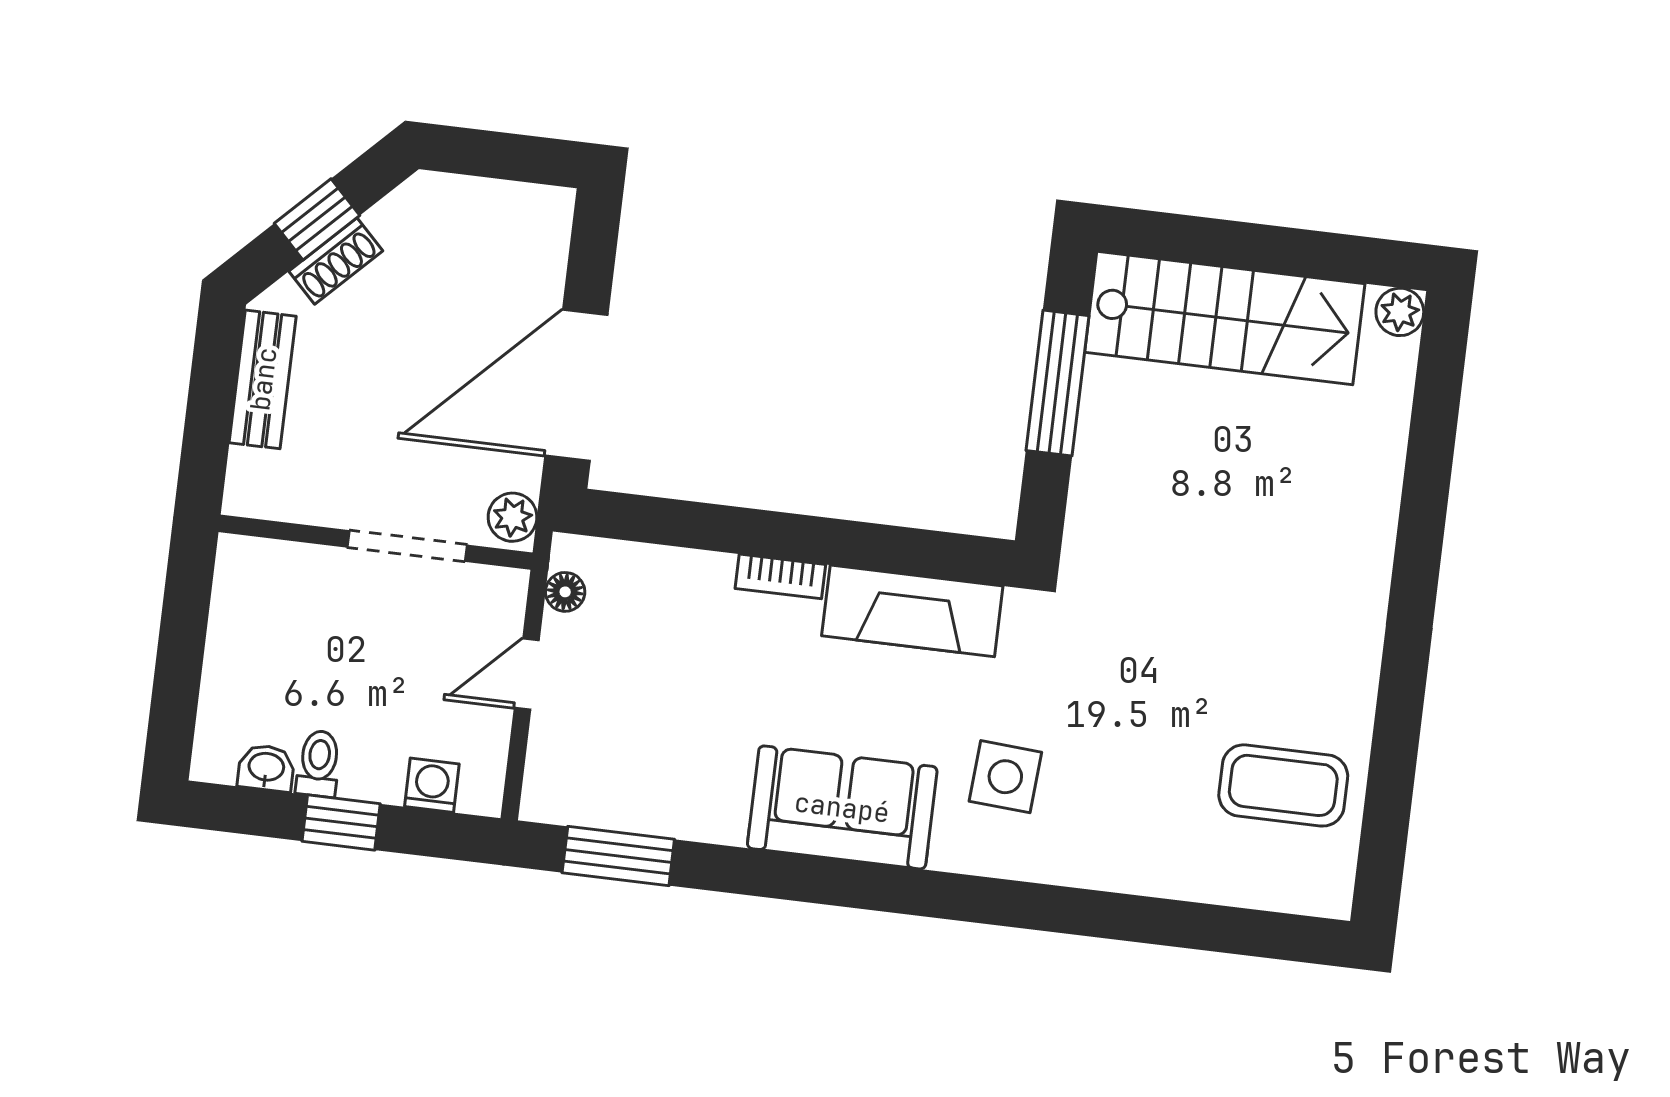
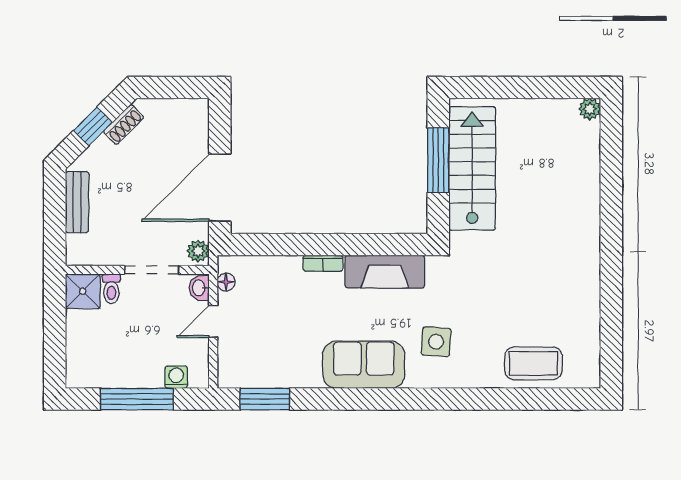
shoe rack: (336, 261) -> (124, 124), moved
stairs: (1225, 318) -> (472, 168), moved, turned -90
shower: (252, 574) -> (83, 291), added
toilet: (319, 764) -> (111, 289), moved, turned 180
washbasin: (266, 768) -> (199, 288), moved, turned -90
coffee table: (1283, 785) -> (533, 363), moved
window: (341, 822) -> (137, 399), width x2.17

